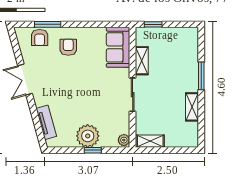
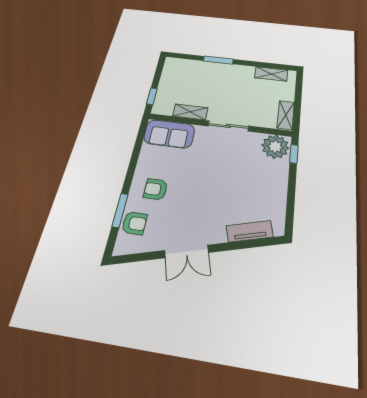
shelving: (192, 107) -> (271, 74), moved
plant: (88, 136) -> (273, 182), removed
plant: (124, 140) -> (275, 147), width x1.87, depth x1.87
window: (93, 150) -> (294, 154), moved

